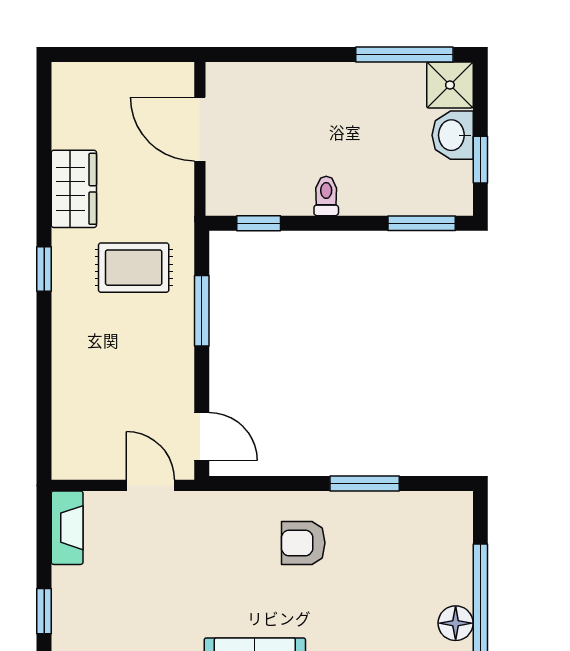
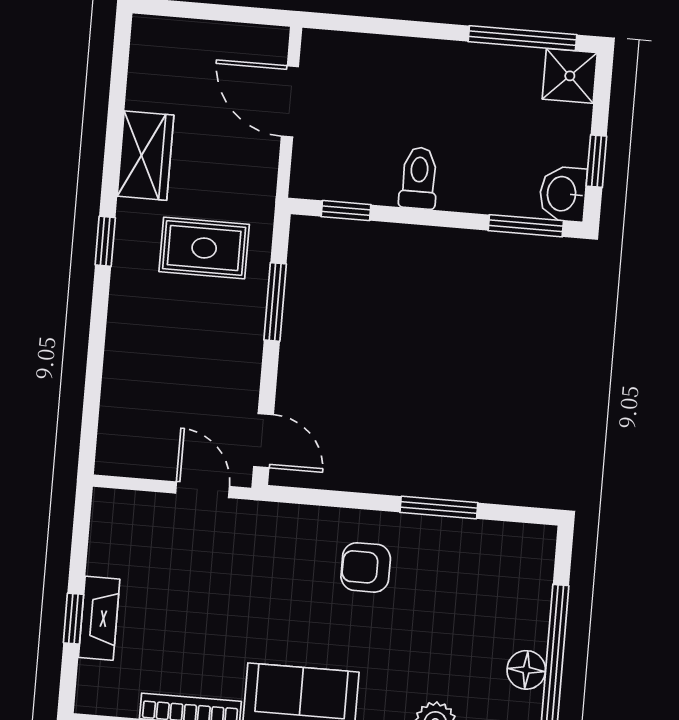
washbasin: (453, 135) -> (563, 194), moved
toilet: (326, 196) -> (419, 178), width x1.37, depth x1.39
fireplace: (67, 528) -> (99, 618), moved

